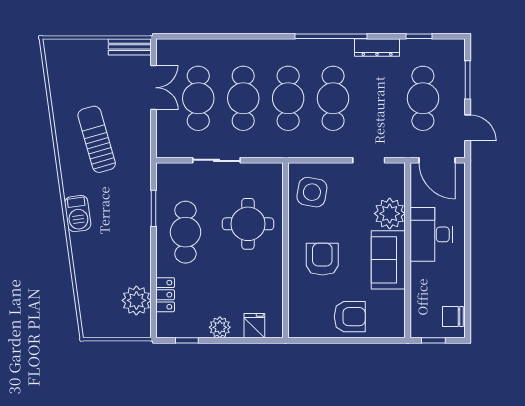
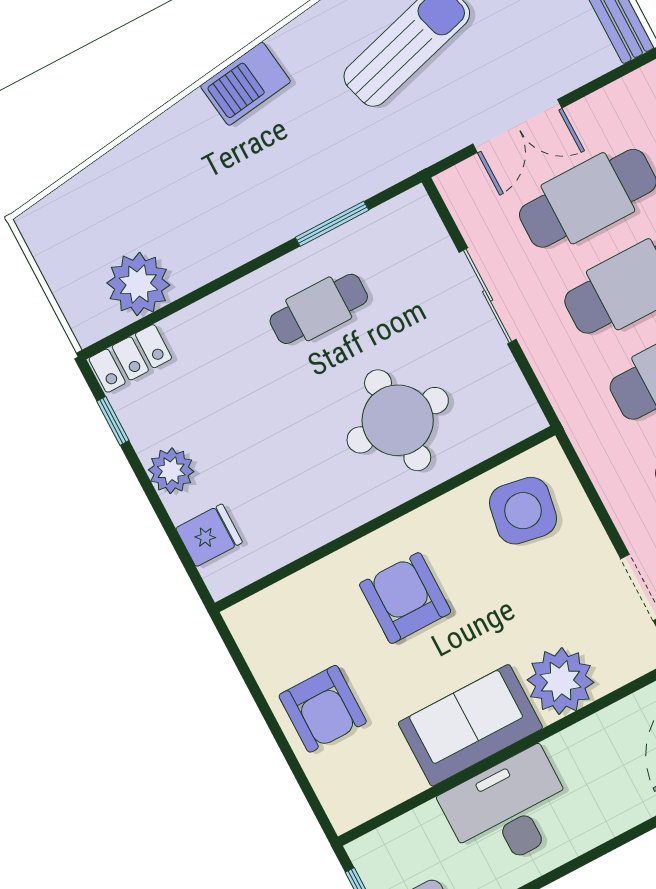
double door: (154, 88) -> (517, 126), moved
cafe table: (185, 232) -> (319, 309), width x0.73, depth x0.74
desk: (431, 234) -> (509, 810), moved
armchair: (322, 259) -> (405, 598), turned -90
locker: (165, 295) -> (130, 358), moved

